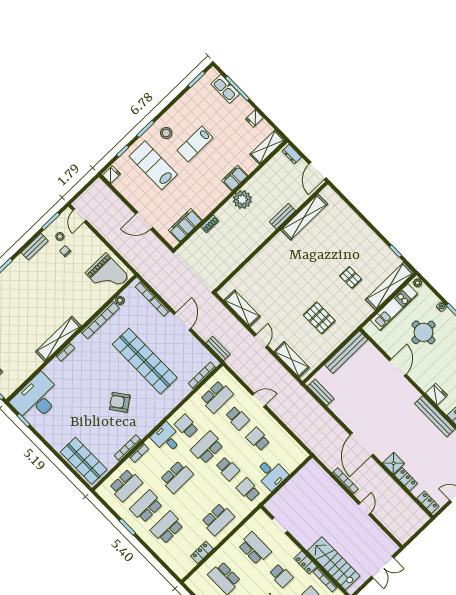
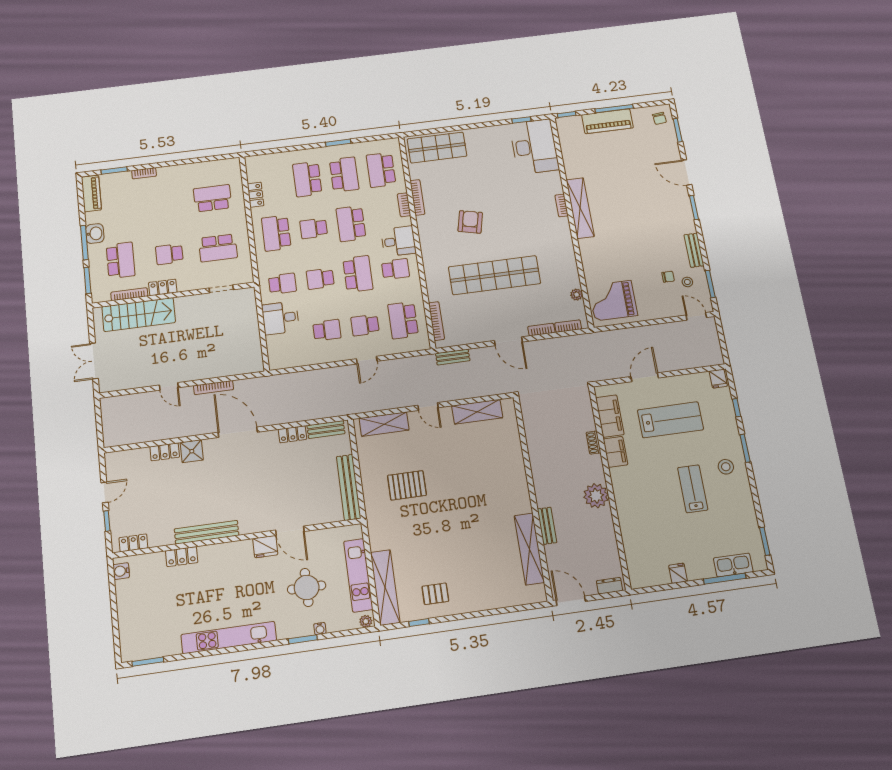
shelving: (267, 147) -> (636, 564), removed
lab bench: (153, 165) -> (670, 420), moved
filing cabinet: (235, 178) -> (615, 452), moved
pallet: (351, 278) -> (435, 594), moved
bookcase: (100, 320) -> (570, 261), removed
fridge: (436, 394) -> (265, 547), moved
armchair: (120, 402) -> (470, 222), turned -41
school desk: (197, 498) -> (314, 228), added
locker: (428, 502) -> (292, 434), moved
school desk: (167, 528) -> (307, 179), turned 180

